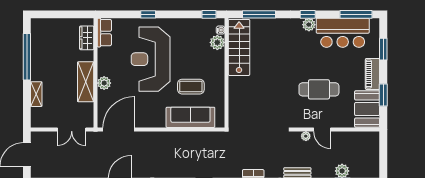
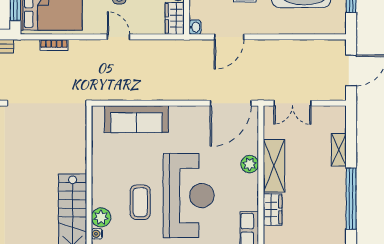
wardrobe: (87, 38) -> (273, 209), moved
coffee table: (191, 87) -> (140, 202), moved, turned 90
double door: (72, 130) -> (292, 103), swing flipped

